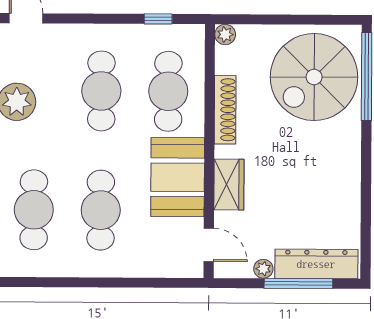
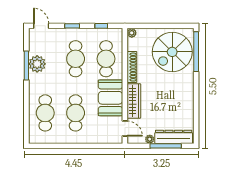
window: (94, 19) -> (72, 26), added
wardrobe: (229, 184) -> (134, 101), width x1.50

